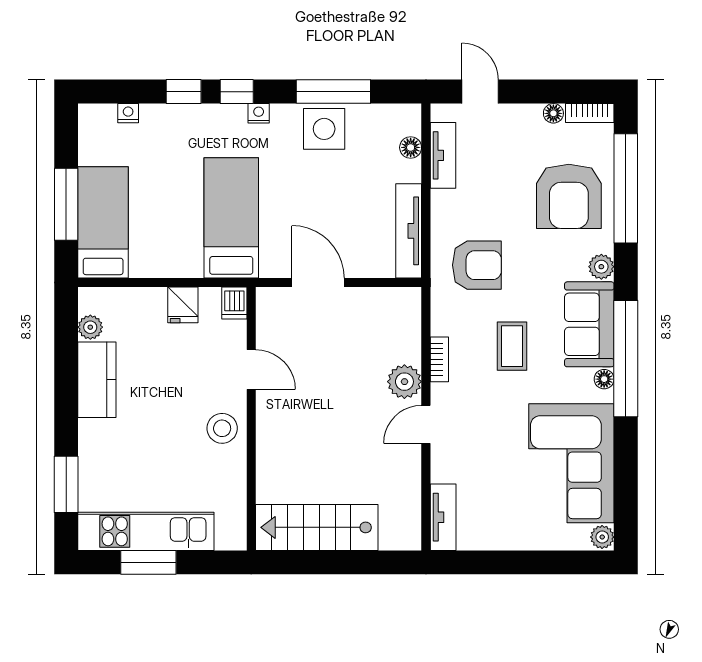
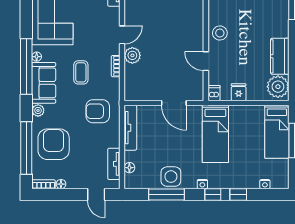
plant: (90, 327) -> (278, 87), width x1.87, depth x1.87

